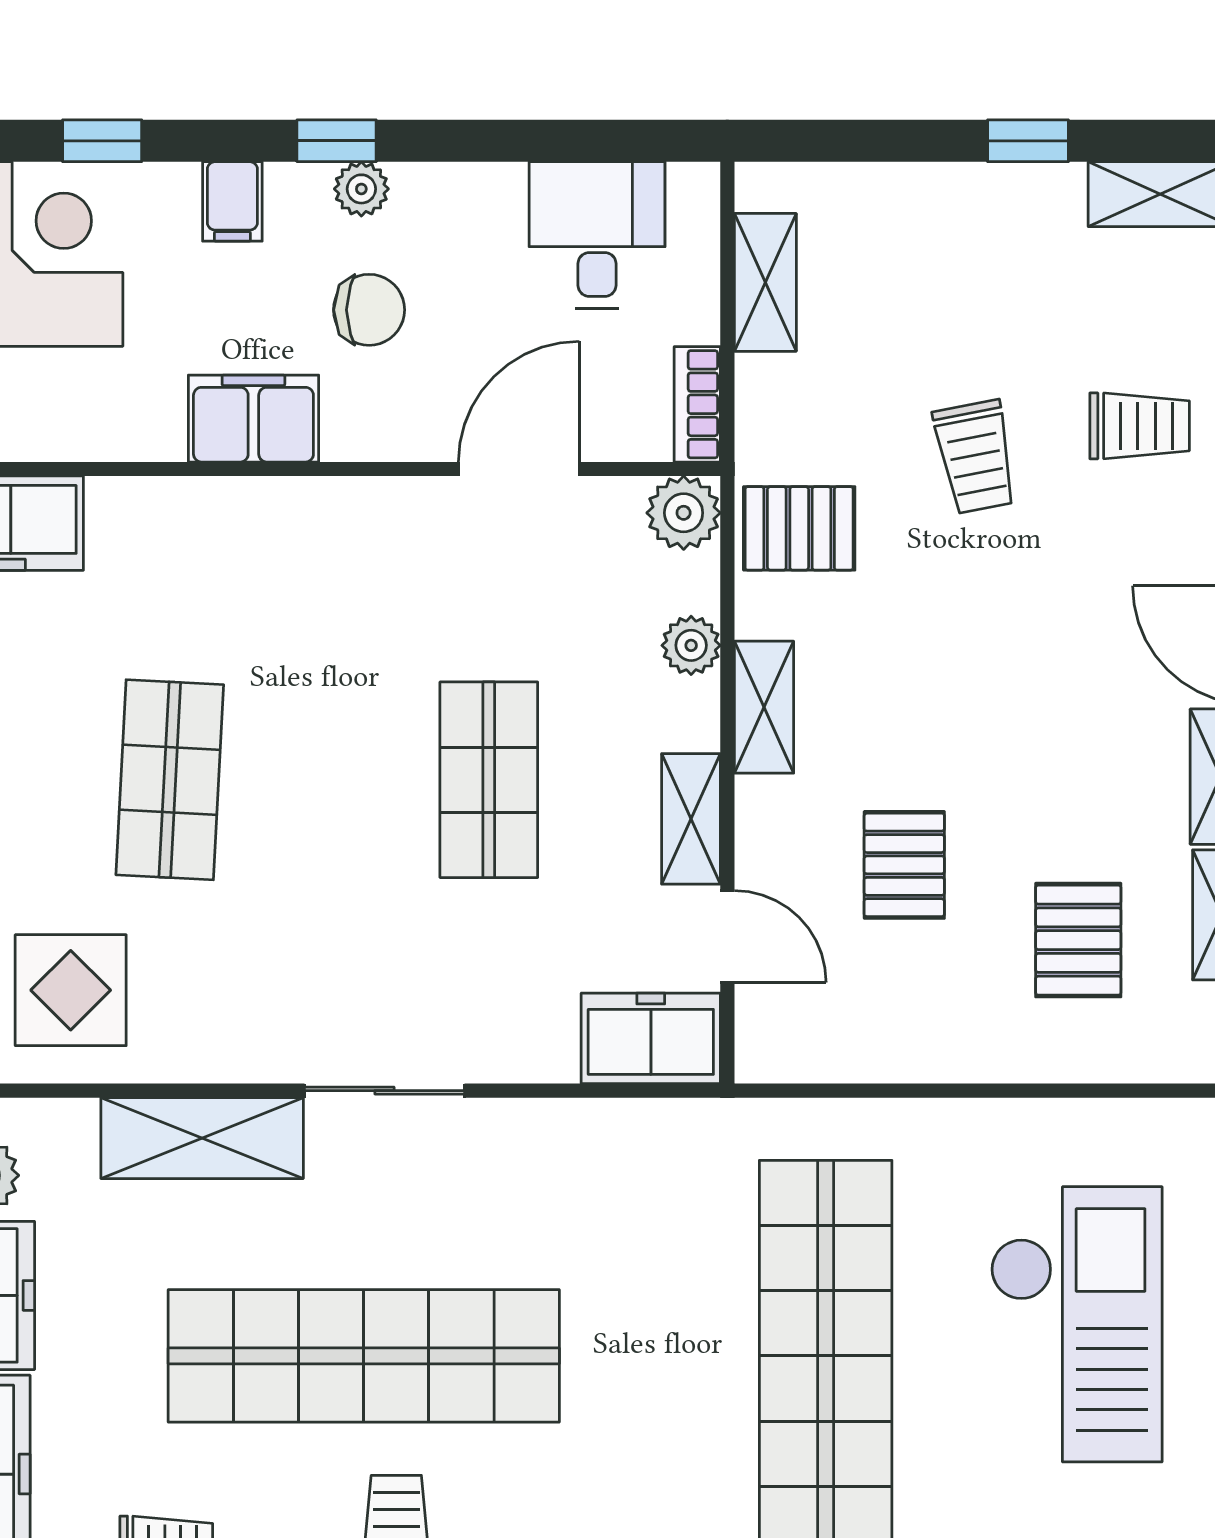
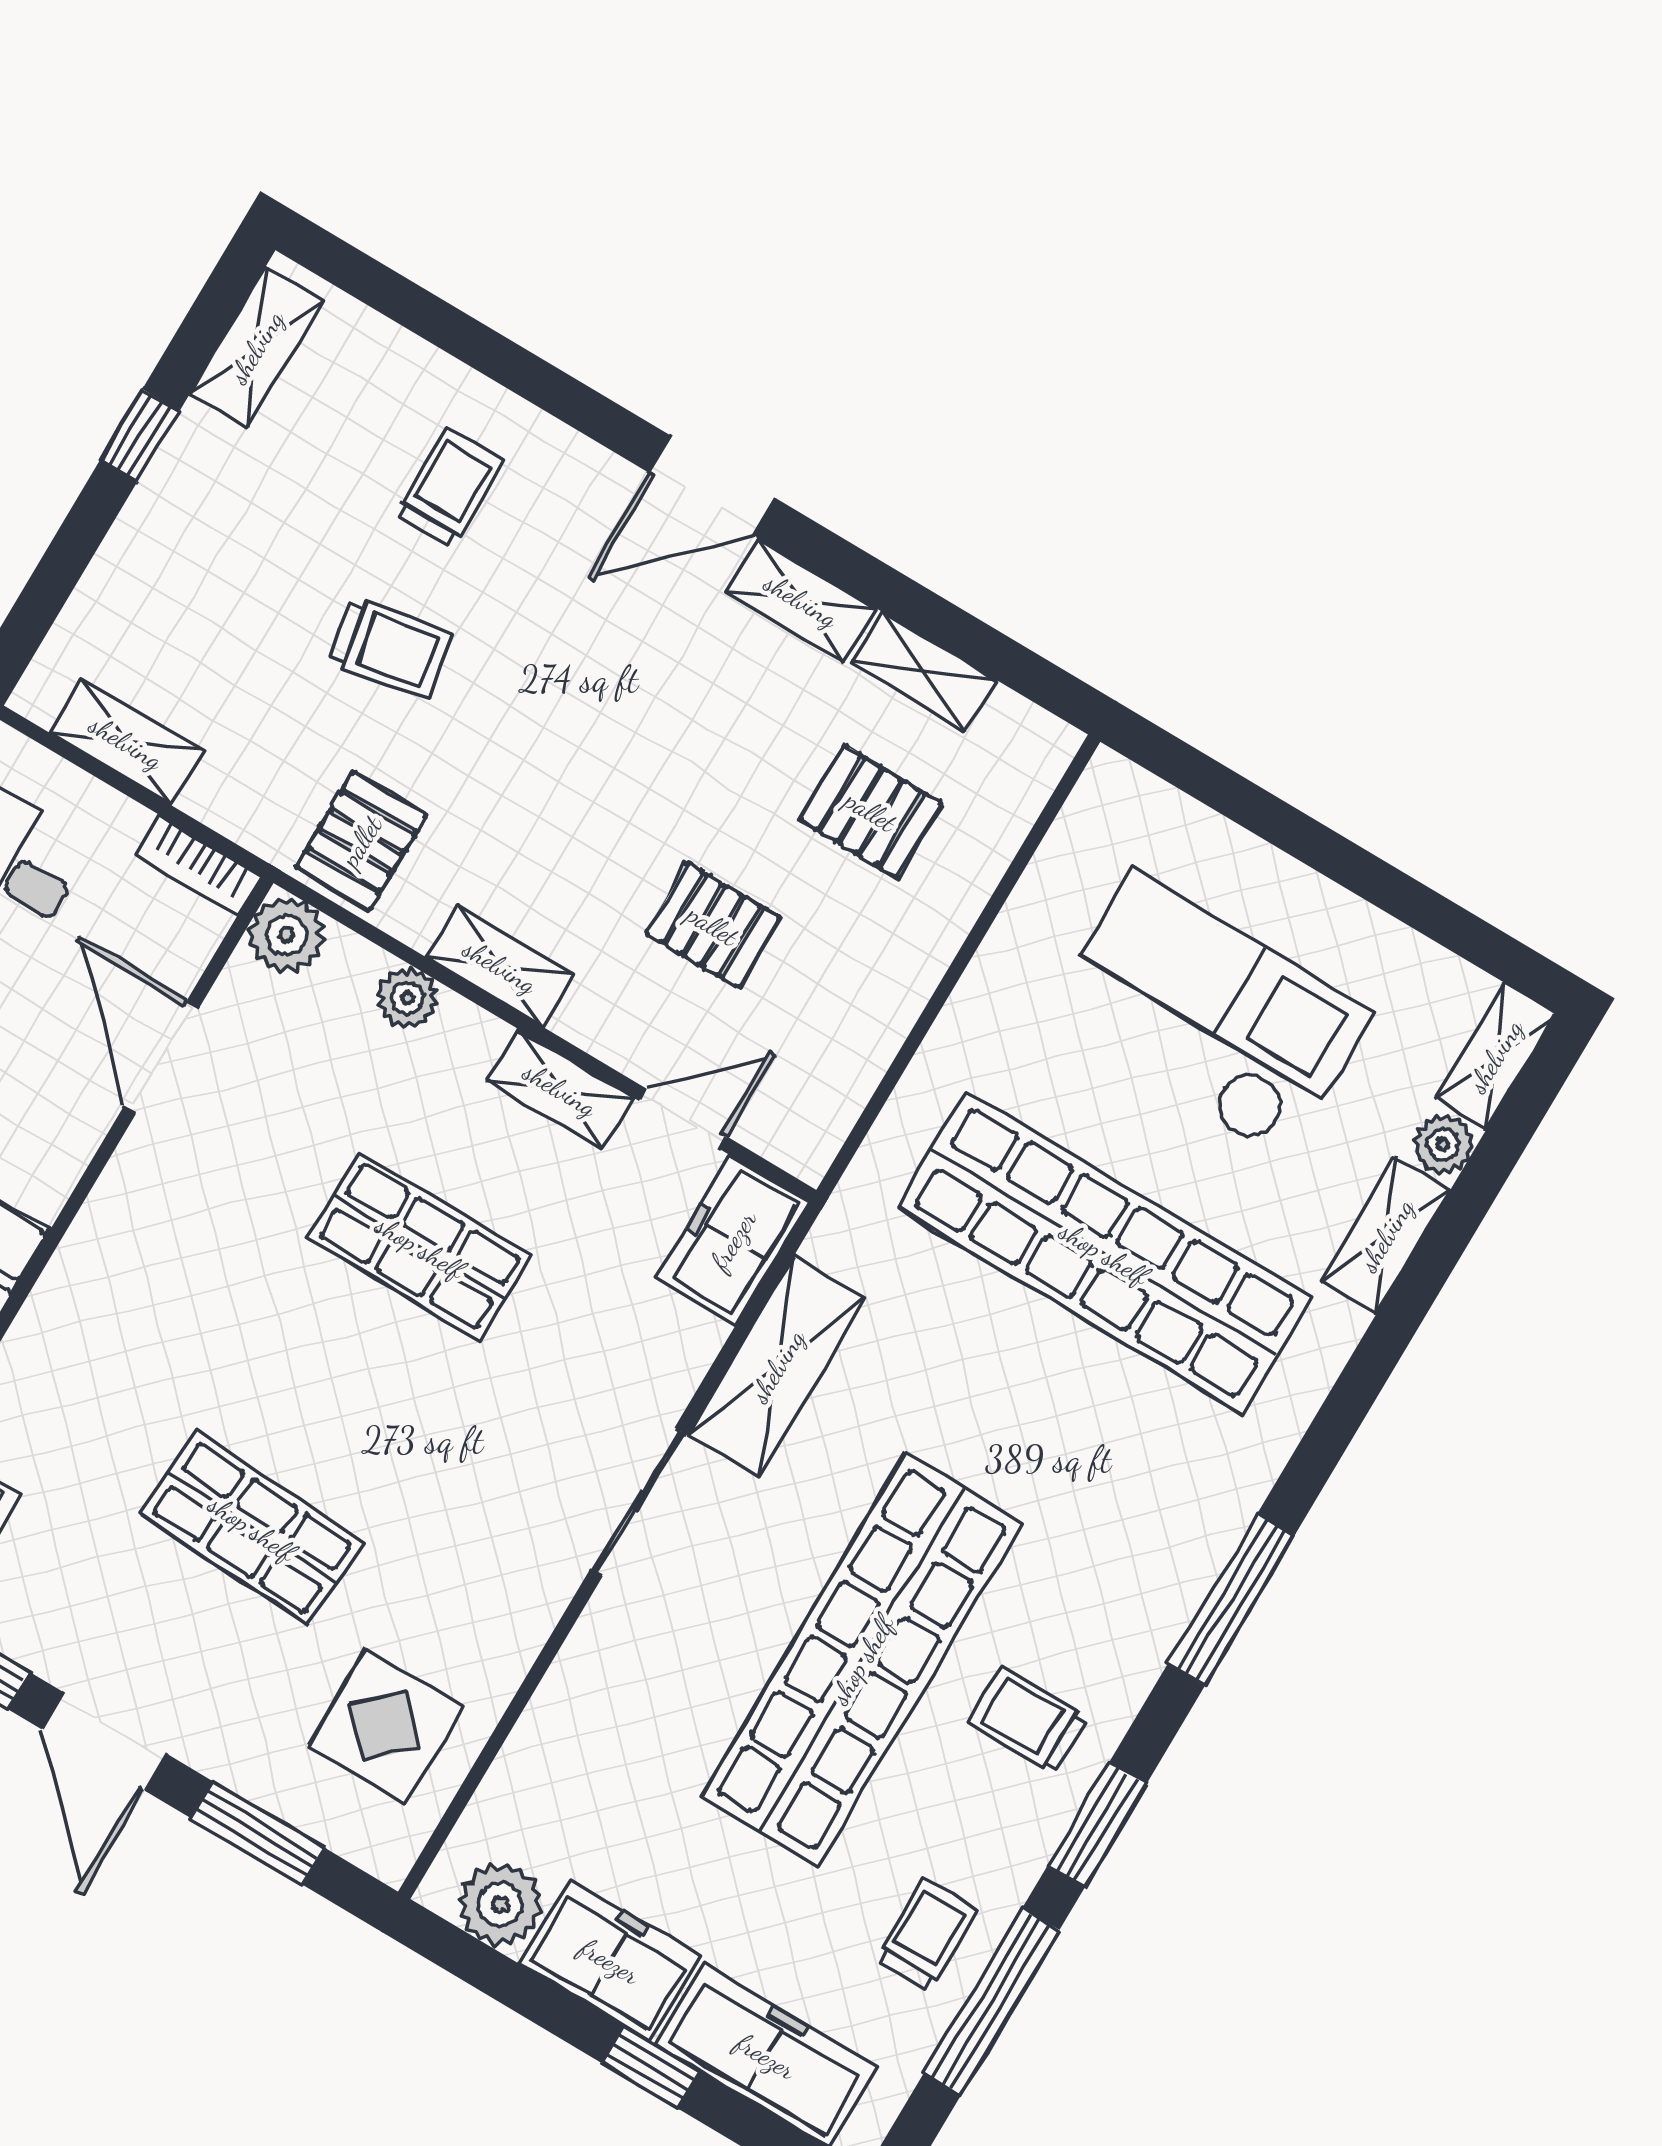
shelving: (202, 1138) -> (777, 1366), moved

